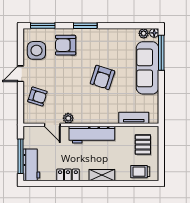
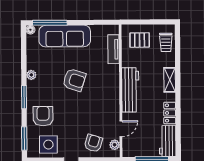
plant: (144, 33) -> (31, 75), moved
armchair: (66, 45) -> (43, 116), turned 180
plant: (68, 118) -> (115, 145), moved
workbench: (31, 165) -> (168, 141), moved, turned -90

